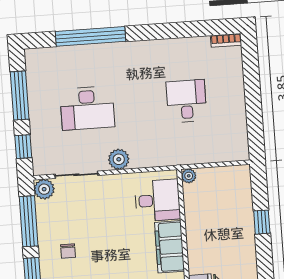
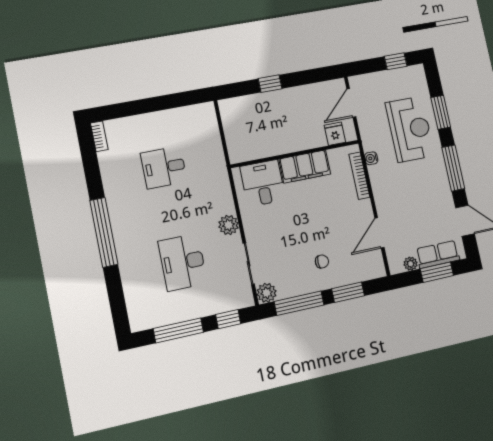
window: (91, 36) -> (104, 232), moved
desk: (87, 108) -> (183, 262), turned 180
plant: (189, 176) -> (236, 157), removed

